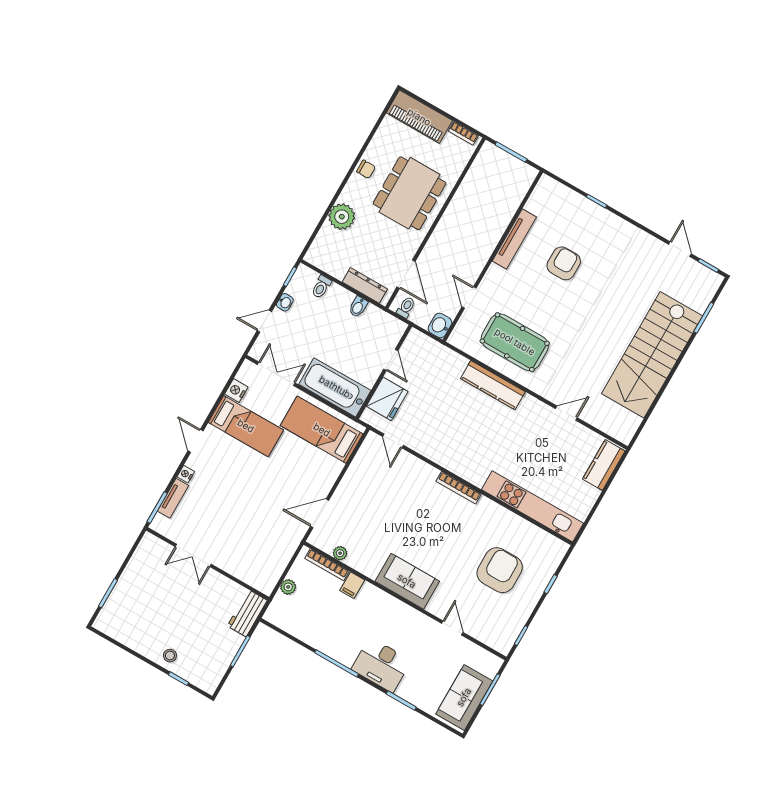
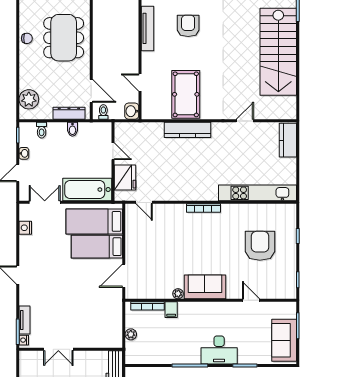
plant: (342, 217) -> (29, 99), moved
pool table: (515, 342) -> (186, 94), turned 90
bed: (246, 426) -> (97, 247), moved, turned 180
nightstand: (186, 474) -> (24, 340), moved
plant: (340, 553) -> (178, 294), moved

